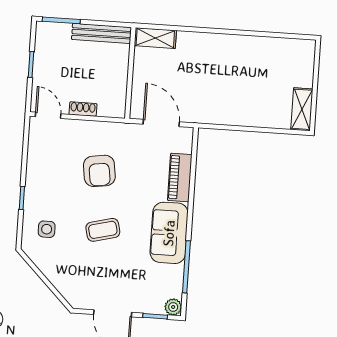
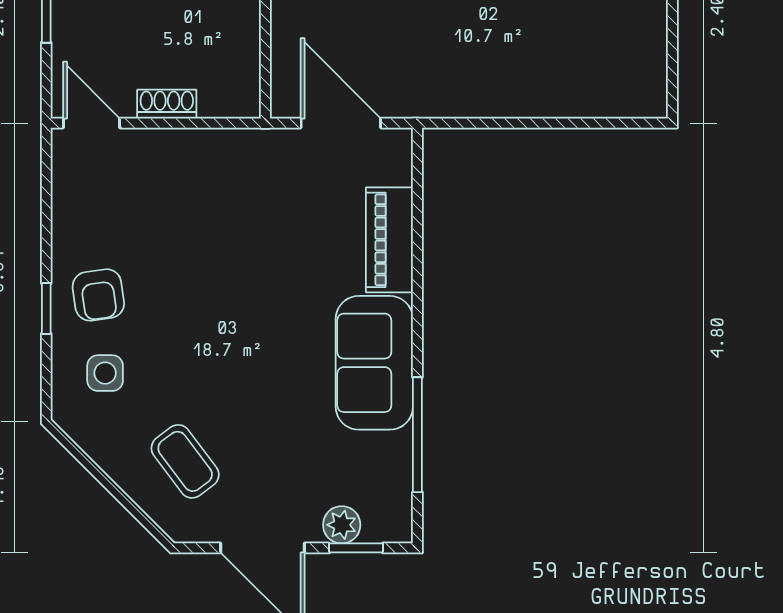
shelving: (302, 109) -> (647, 72), removed
armchair: (99, 171) -> (98, 295), moved, width x0.72, depth x0.72
coffee table: (103, 230) -> (185, 461), moved, turned 67
plant: (173, 307) -> (342, 525), moved

